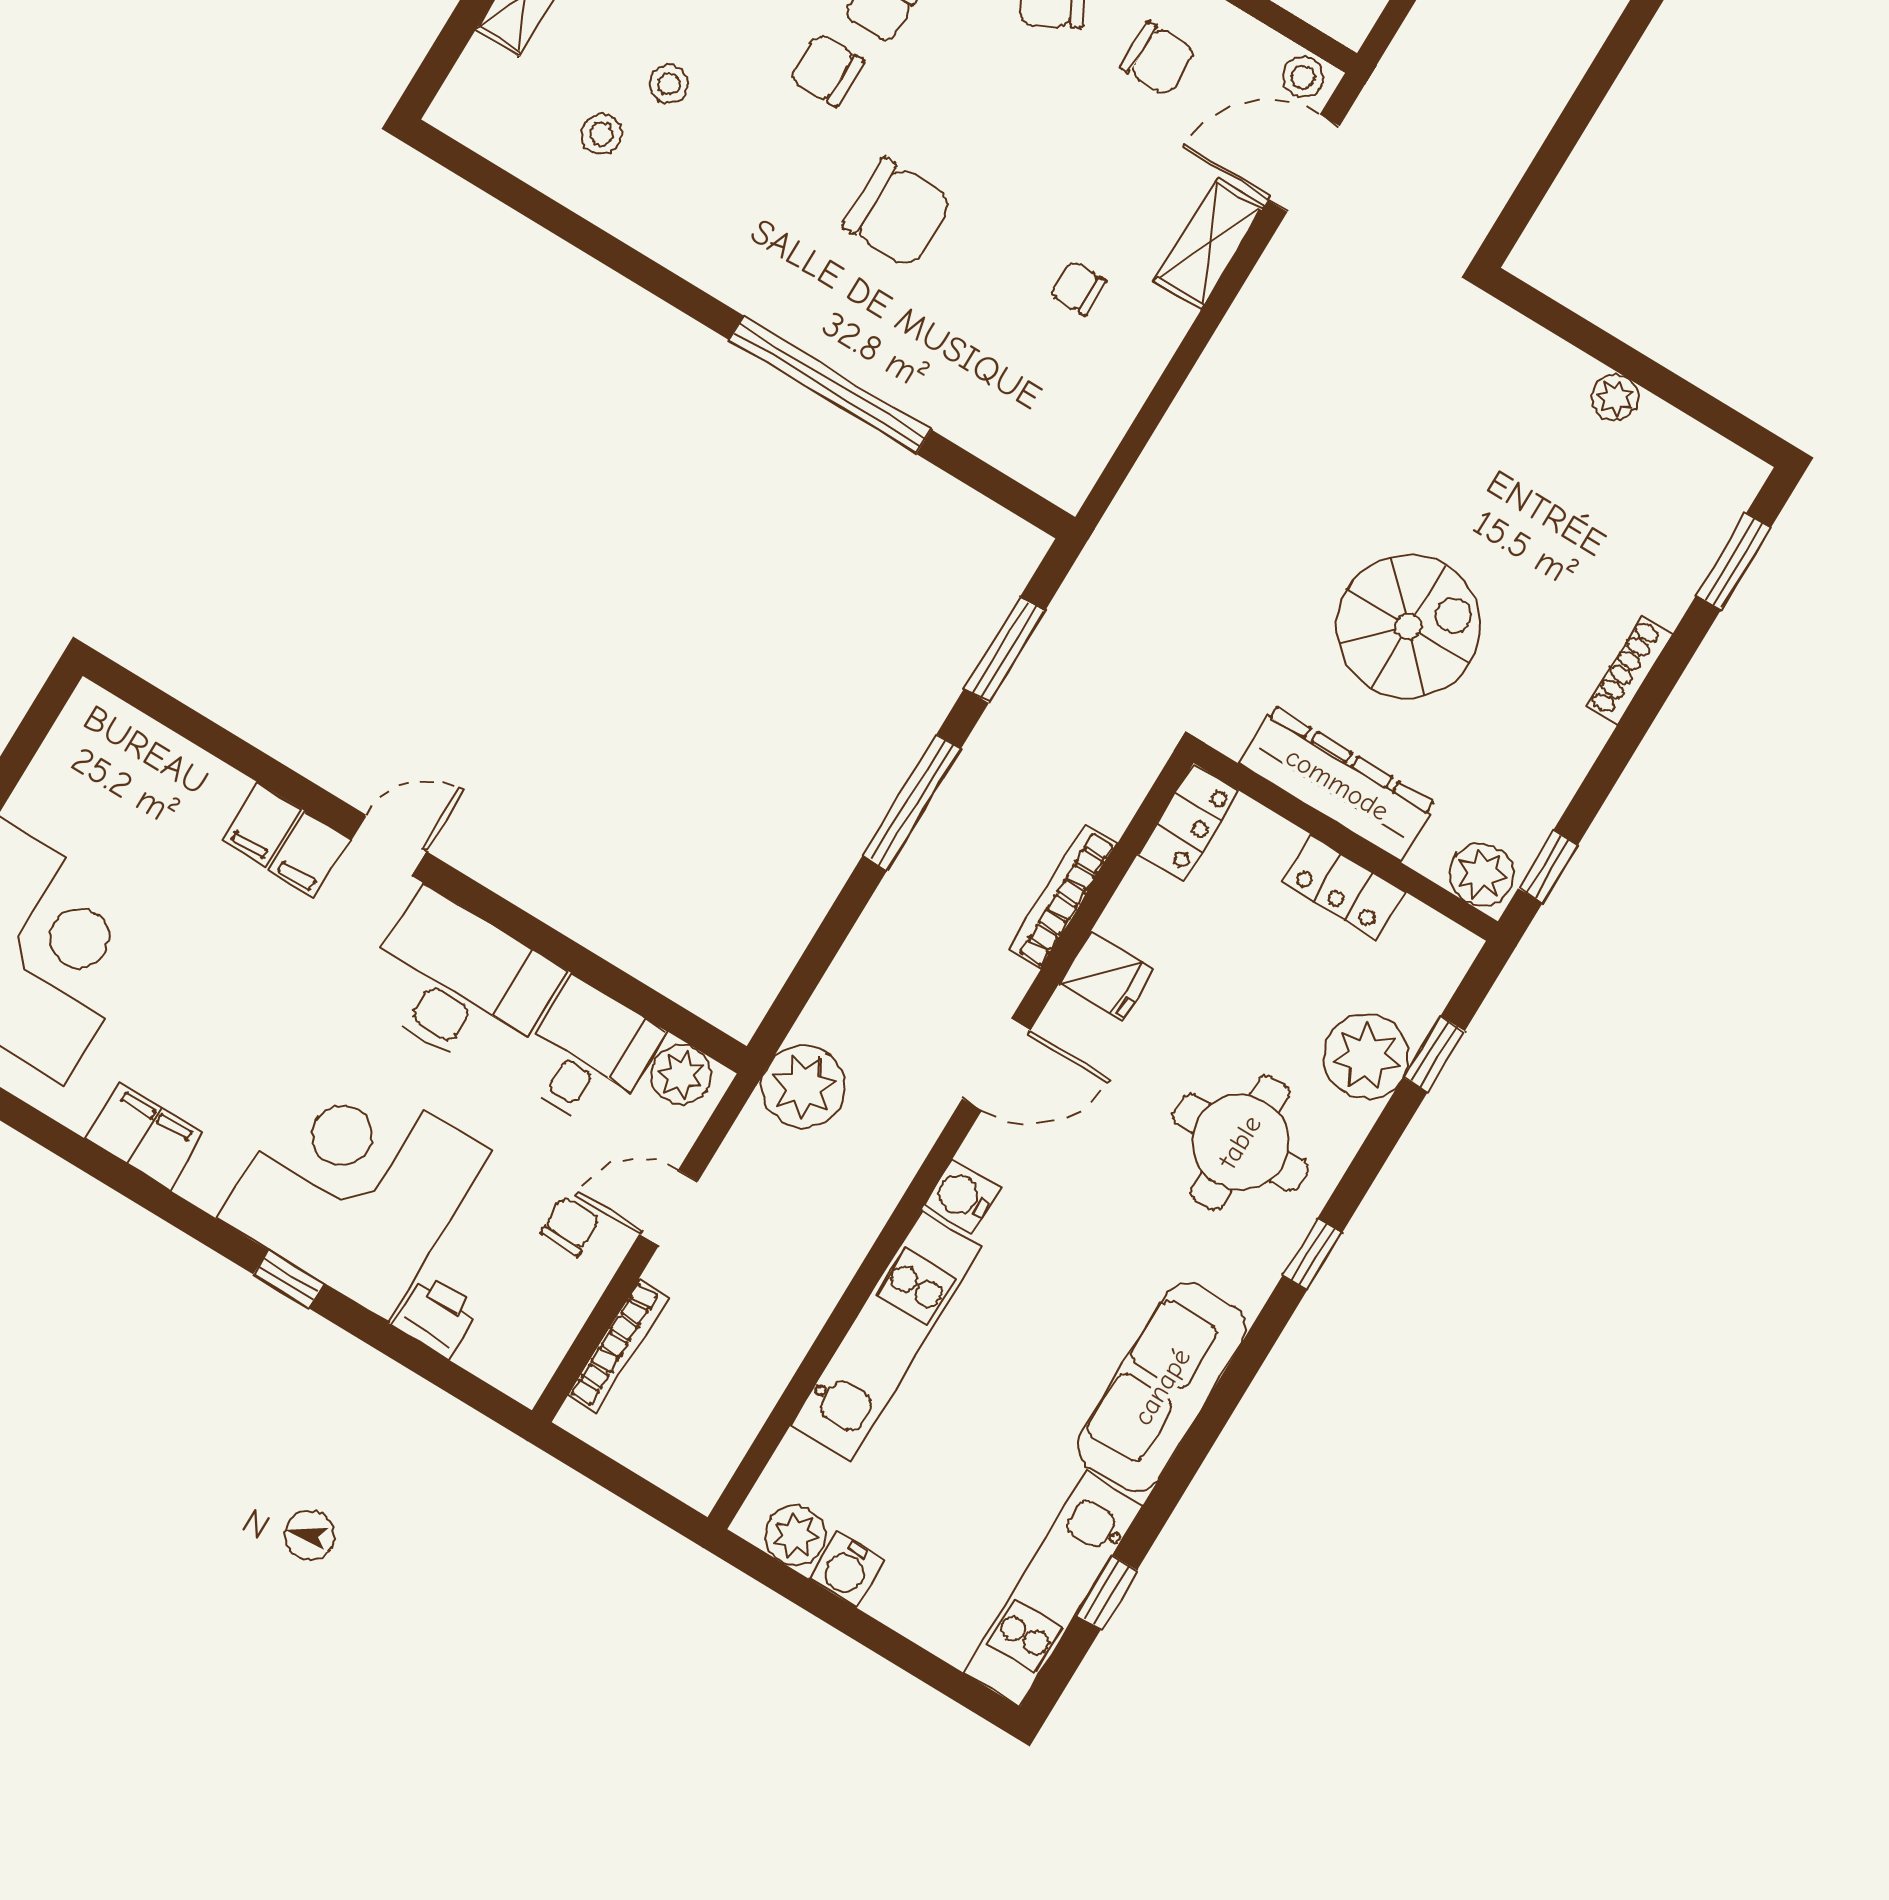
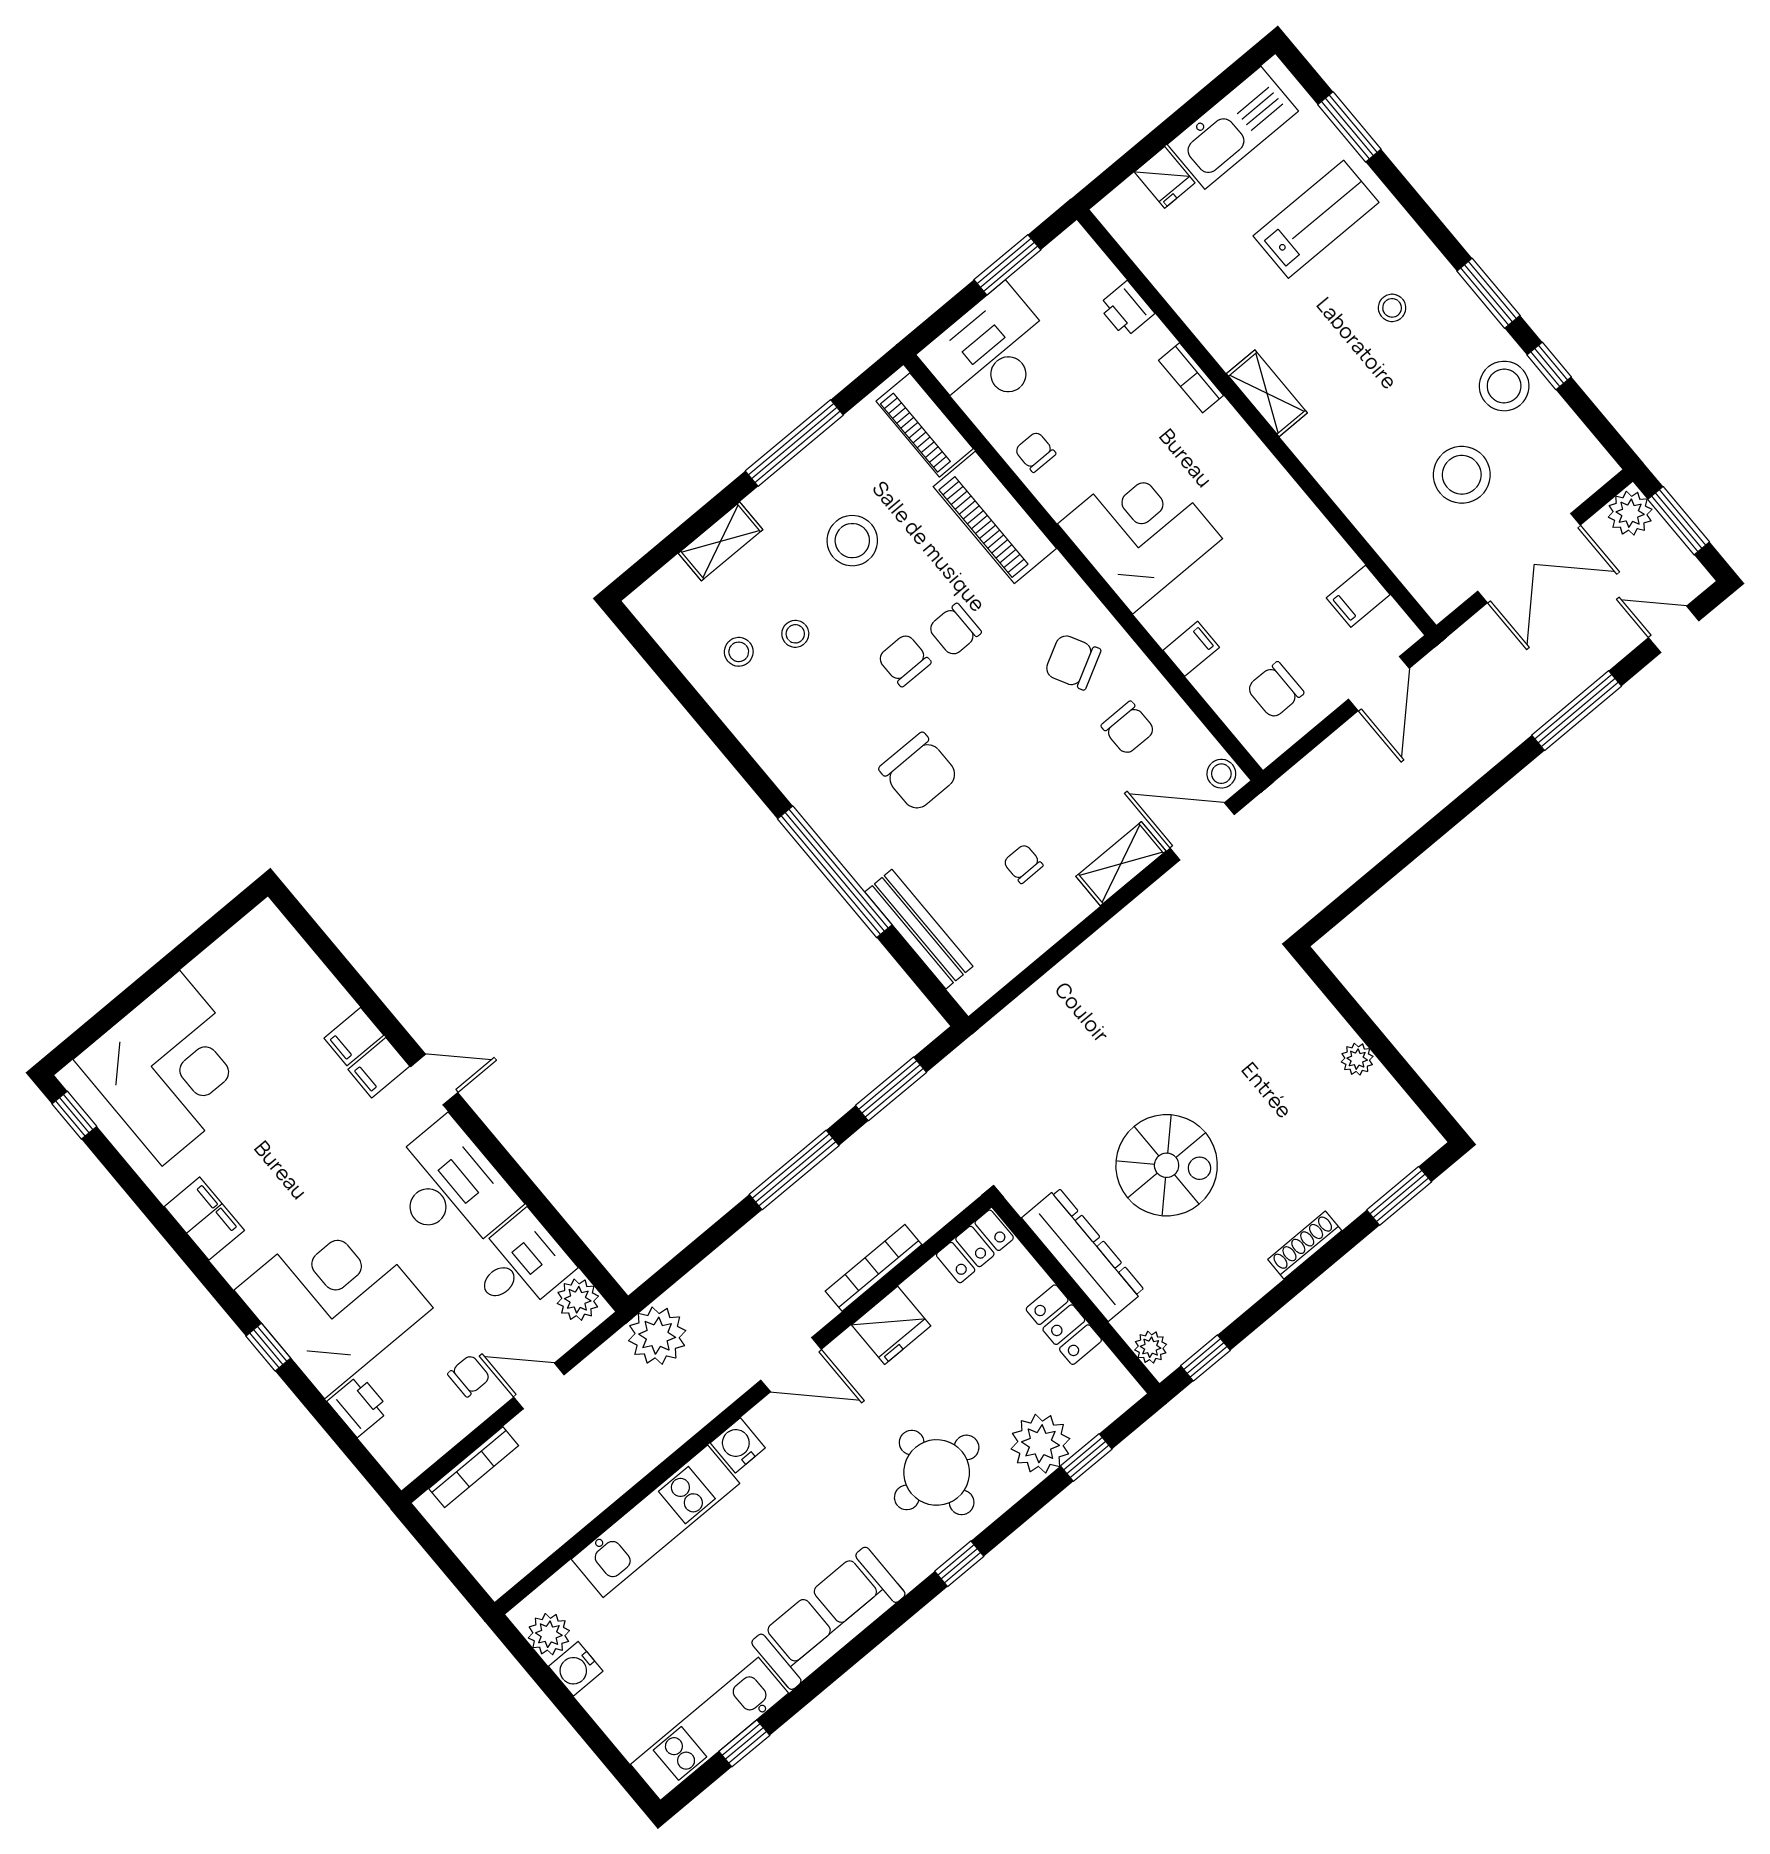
bench: (969, 423) -> (919, 929), added
plant: (1482, 874) -> (1151, 1347), width x0.73, depth x0.73
fridge: (1106, 976) -> (891, 1325), width x1.38

